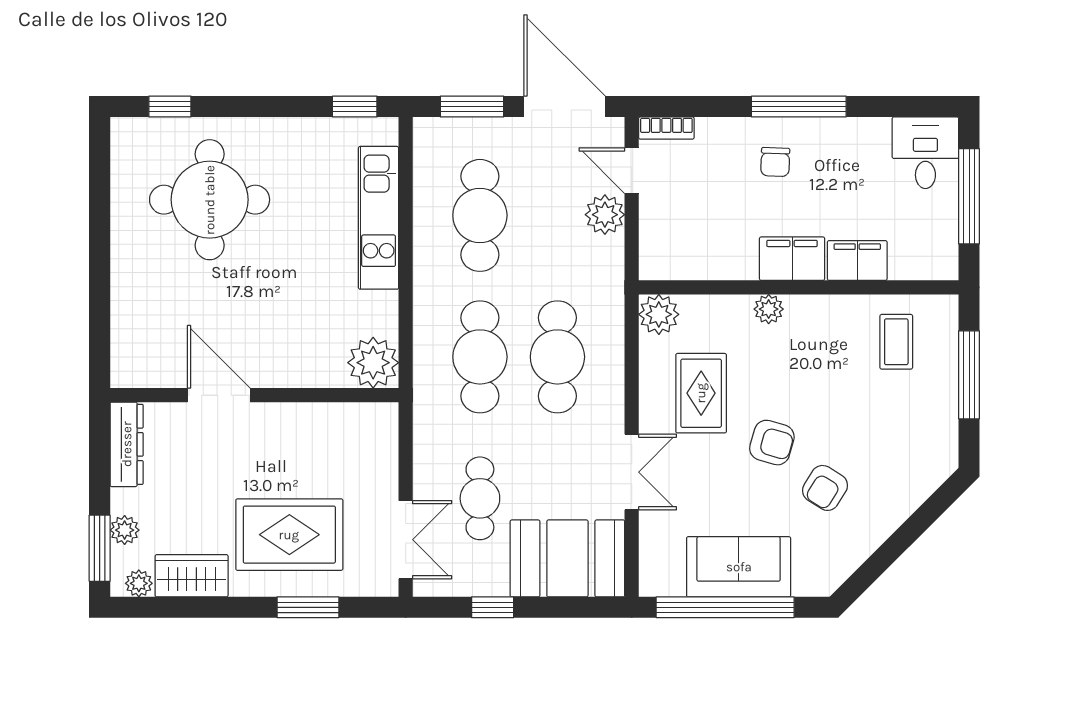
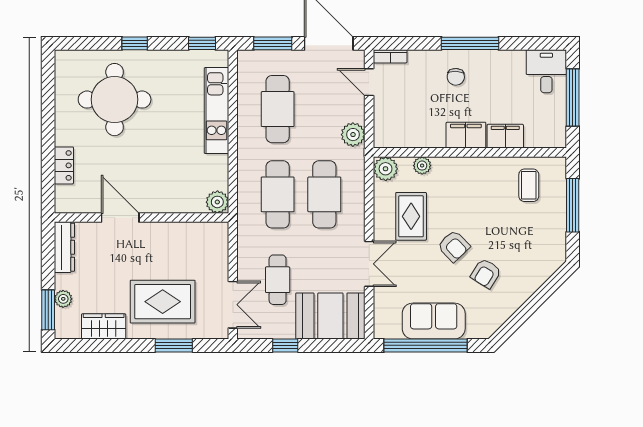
window: (170, 107) -> (135, 43), moved
plant: (605, 215) -> (353, 135), moved
locker: (126, 309) -> (64, 165), added
plant: (769, 309) -> (422, 166), moved
plant: (373, 363) -> (217, 202), width x0.73, depth x0.73
armchair: (772, 443) -> (454, 246), turned 30
plant: (139, 583) -> (72, 331), removed

